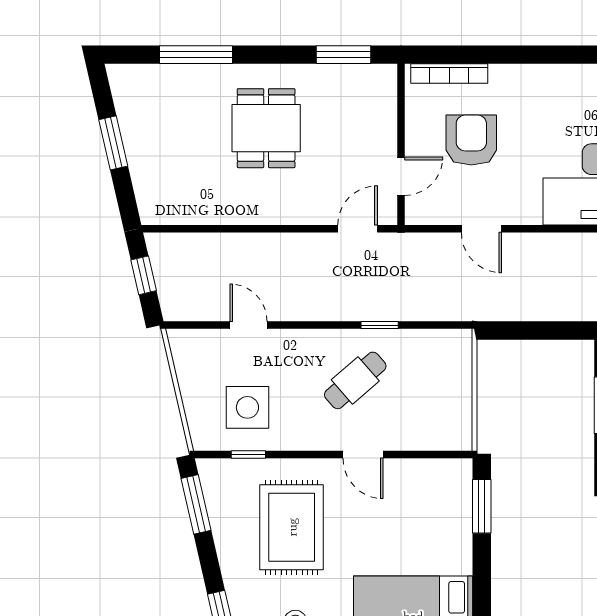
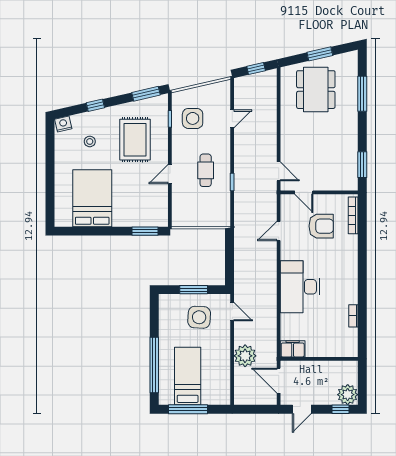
dining table: (266, 128) -> (316, 90), moved, width x1.38
cafe table: (355, 380) -> (206, 170), turned 41
rug: (292, 527) -> (135, 140), turned 90

